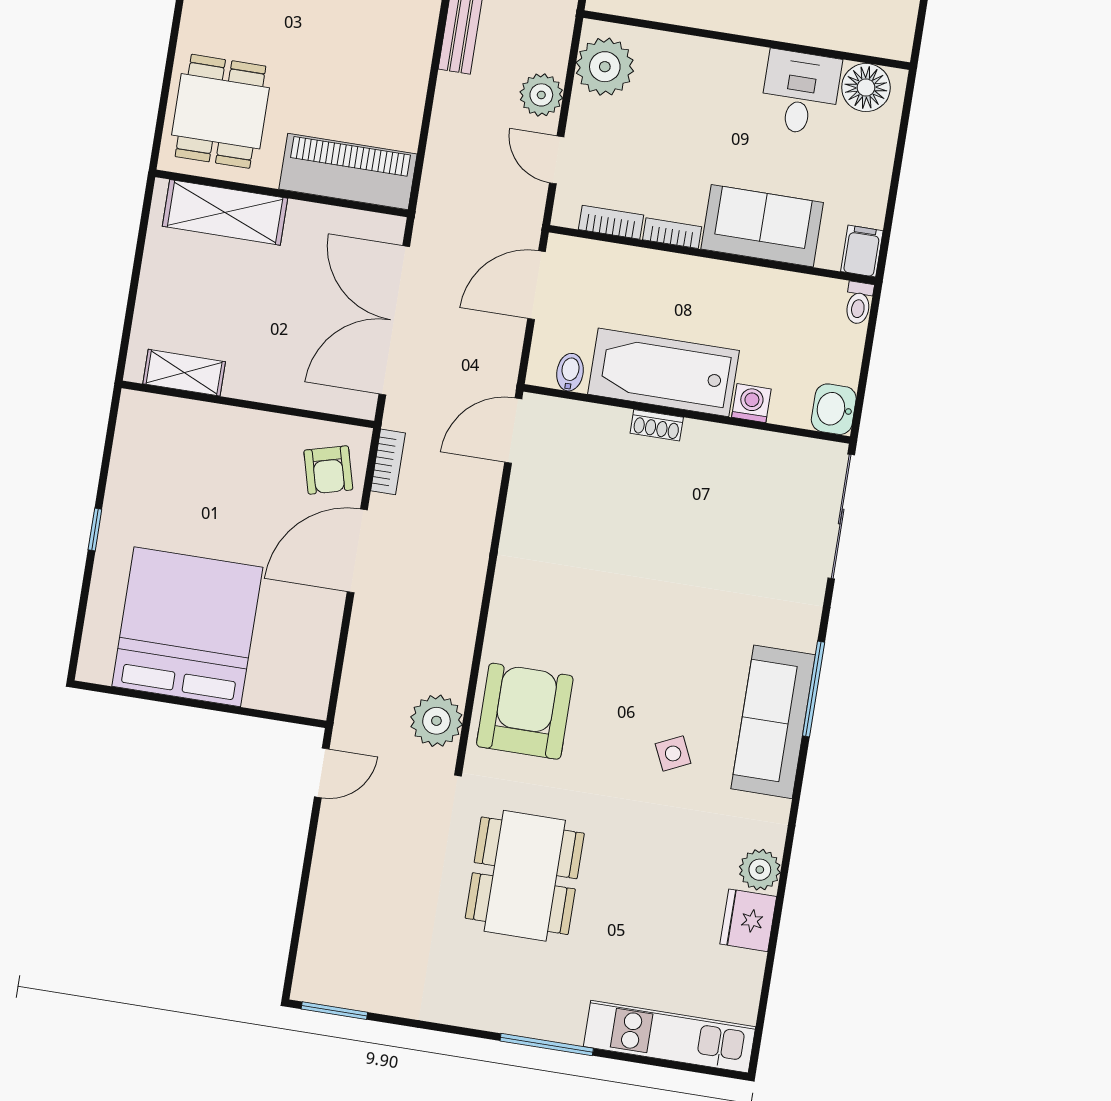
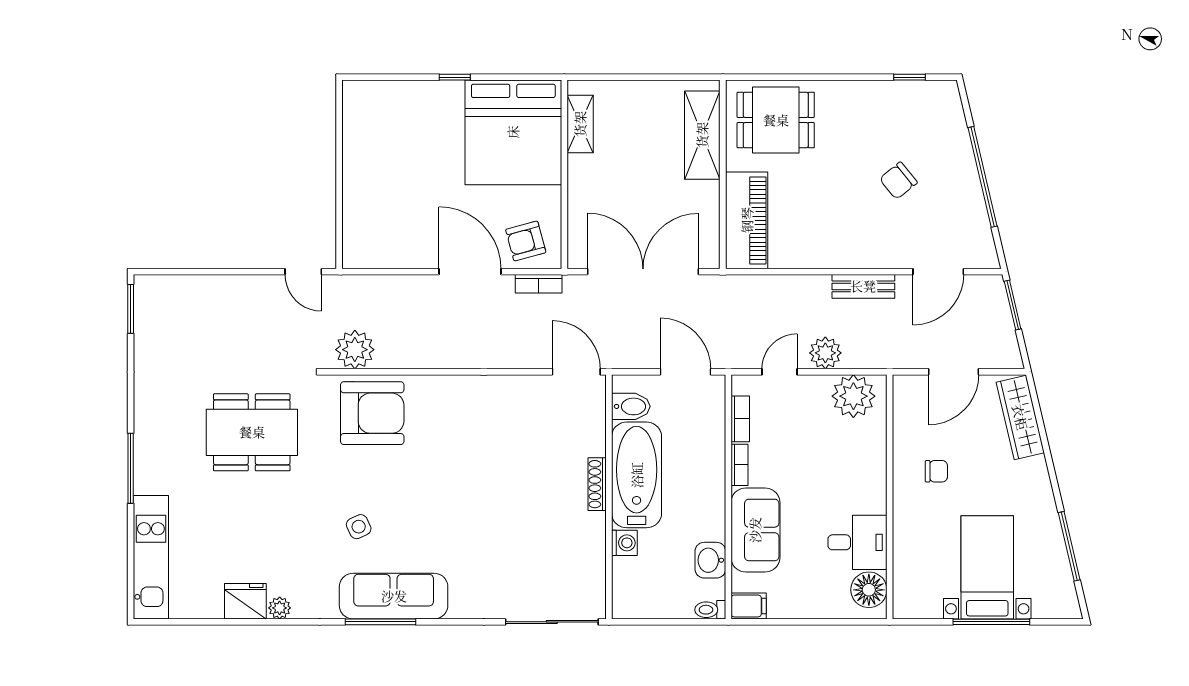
bidet: (570, 372) -> (631, 406), width x1.38, depth x1.36
washbasin: (834, 409) -> (710, 560), moved, turned -90
shoe rack: (657, 425) -> (597, 484), width x1.43
bed: (187, 627) -> (513, 132), moved, turned 90
window: (814, 689) -> (380, 622), moved
plant: (760, 870) -> (280, 608), width x0.73, depth x0.73

